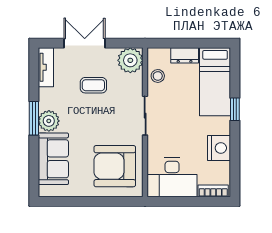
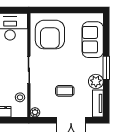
plant: (130, 60) -> (35, 112), width x0.53, depth x0.53
plant: (49, 121) -> (96, 81), moved
armchair: (115, 166) -> (50, 35), turned 90

